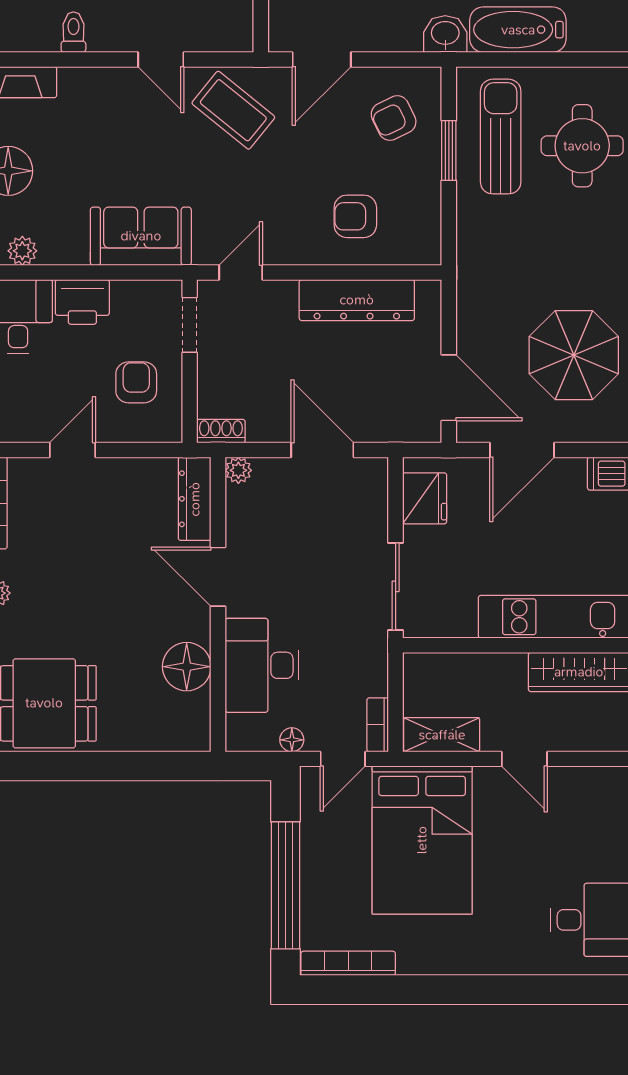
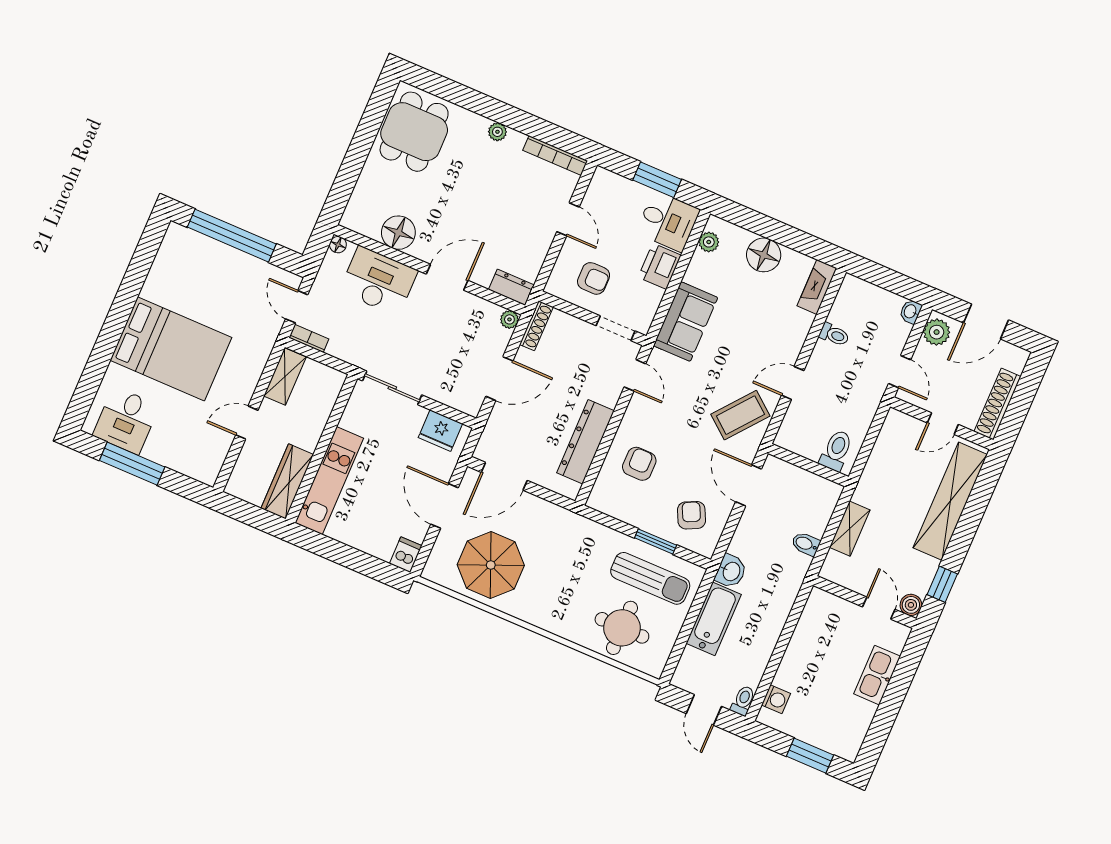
shoe rack: (221, 431) -> (536, 326), width x1.43
dresser: (195, 499) -> (511, 287), width x0.70
floor lamp: (292, 740) -> (338, 245), moved
bed: (422, 840) -> (171, 349), moved, turned 180
bookcase: (348, 963) -> (165, 254), removed

